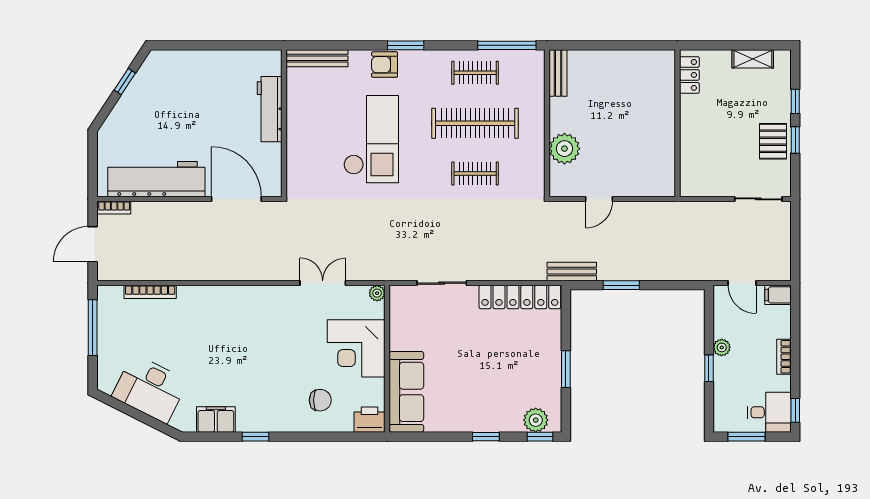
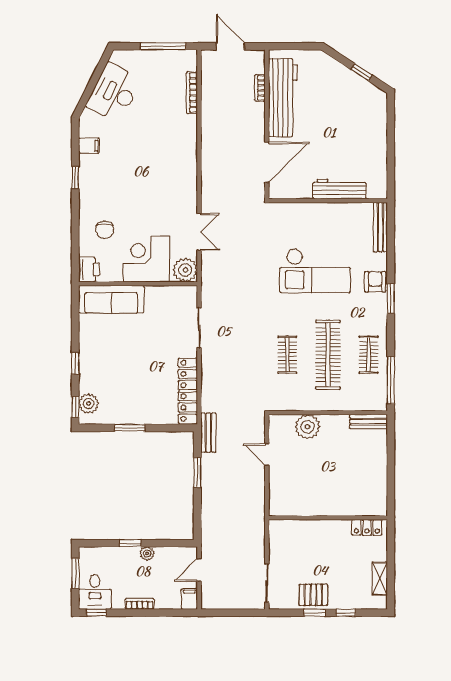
bookcase: (114, 208) -> (260, 88), moved
plant: (377, 293) -> (185, 270), width x1.87, depth x1.87
filing cabinet: (216, 420) -> (89, 146), width x0.50

